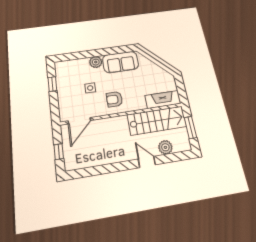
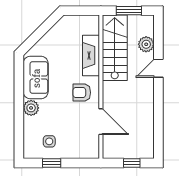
side table: (90, 88) -> (49, 141), moved
armchair: (114, 99) -> (82, 93), turned 90
fireplace: (163, 100) -> (91, 55), moved
door: (79, 121) -> (101, 122), moved

